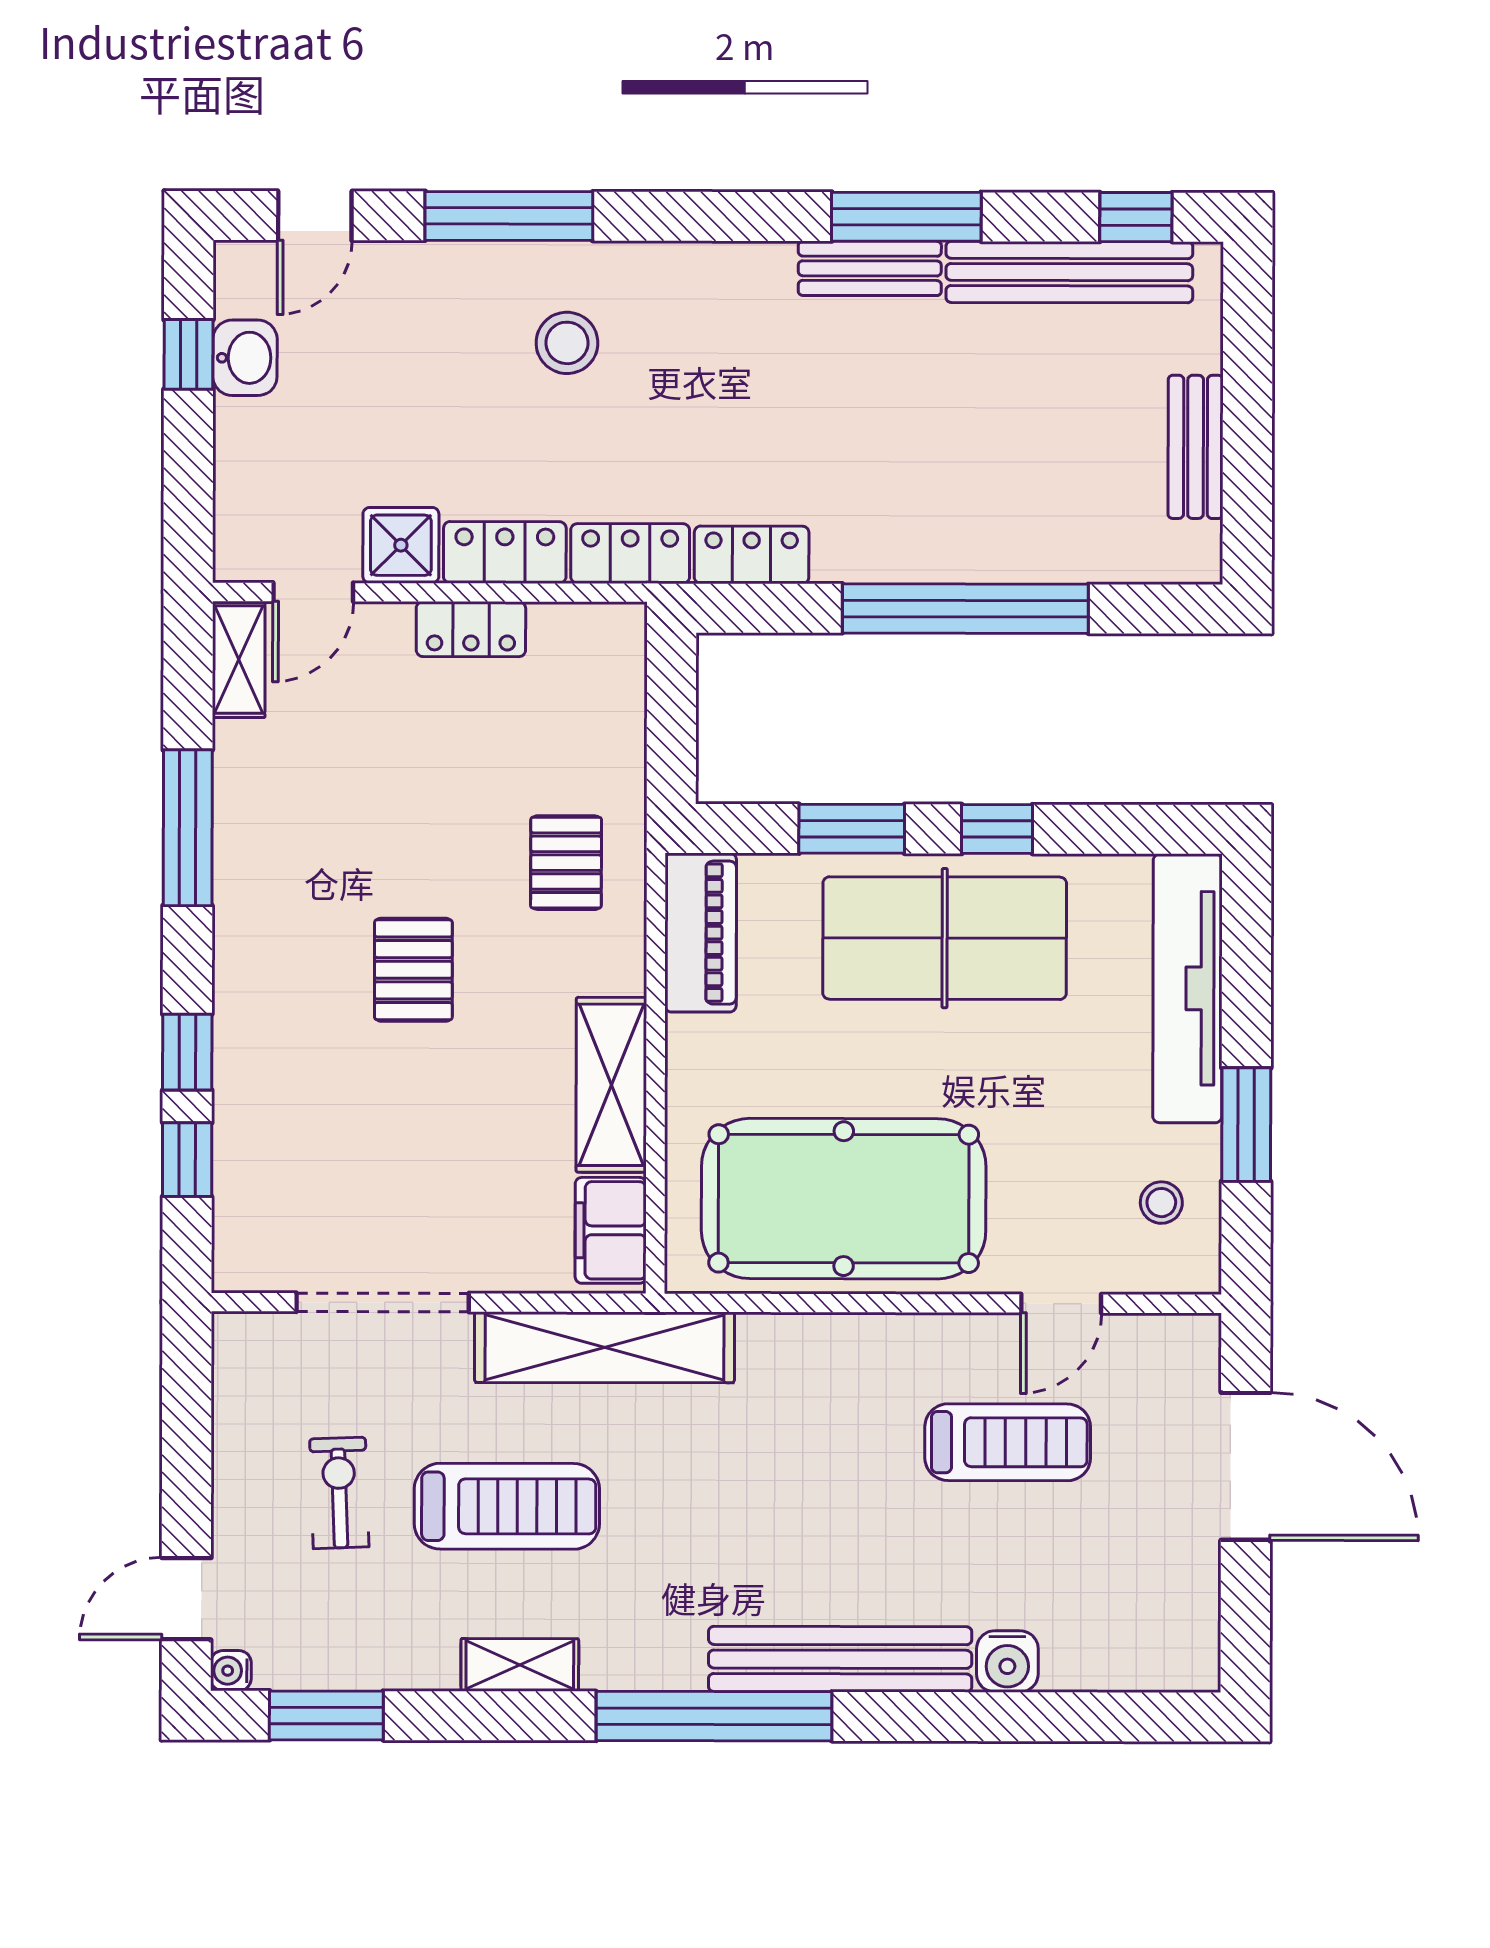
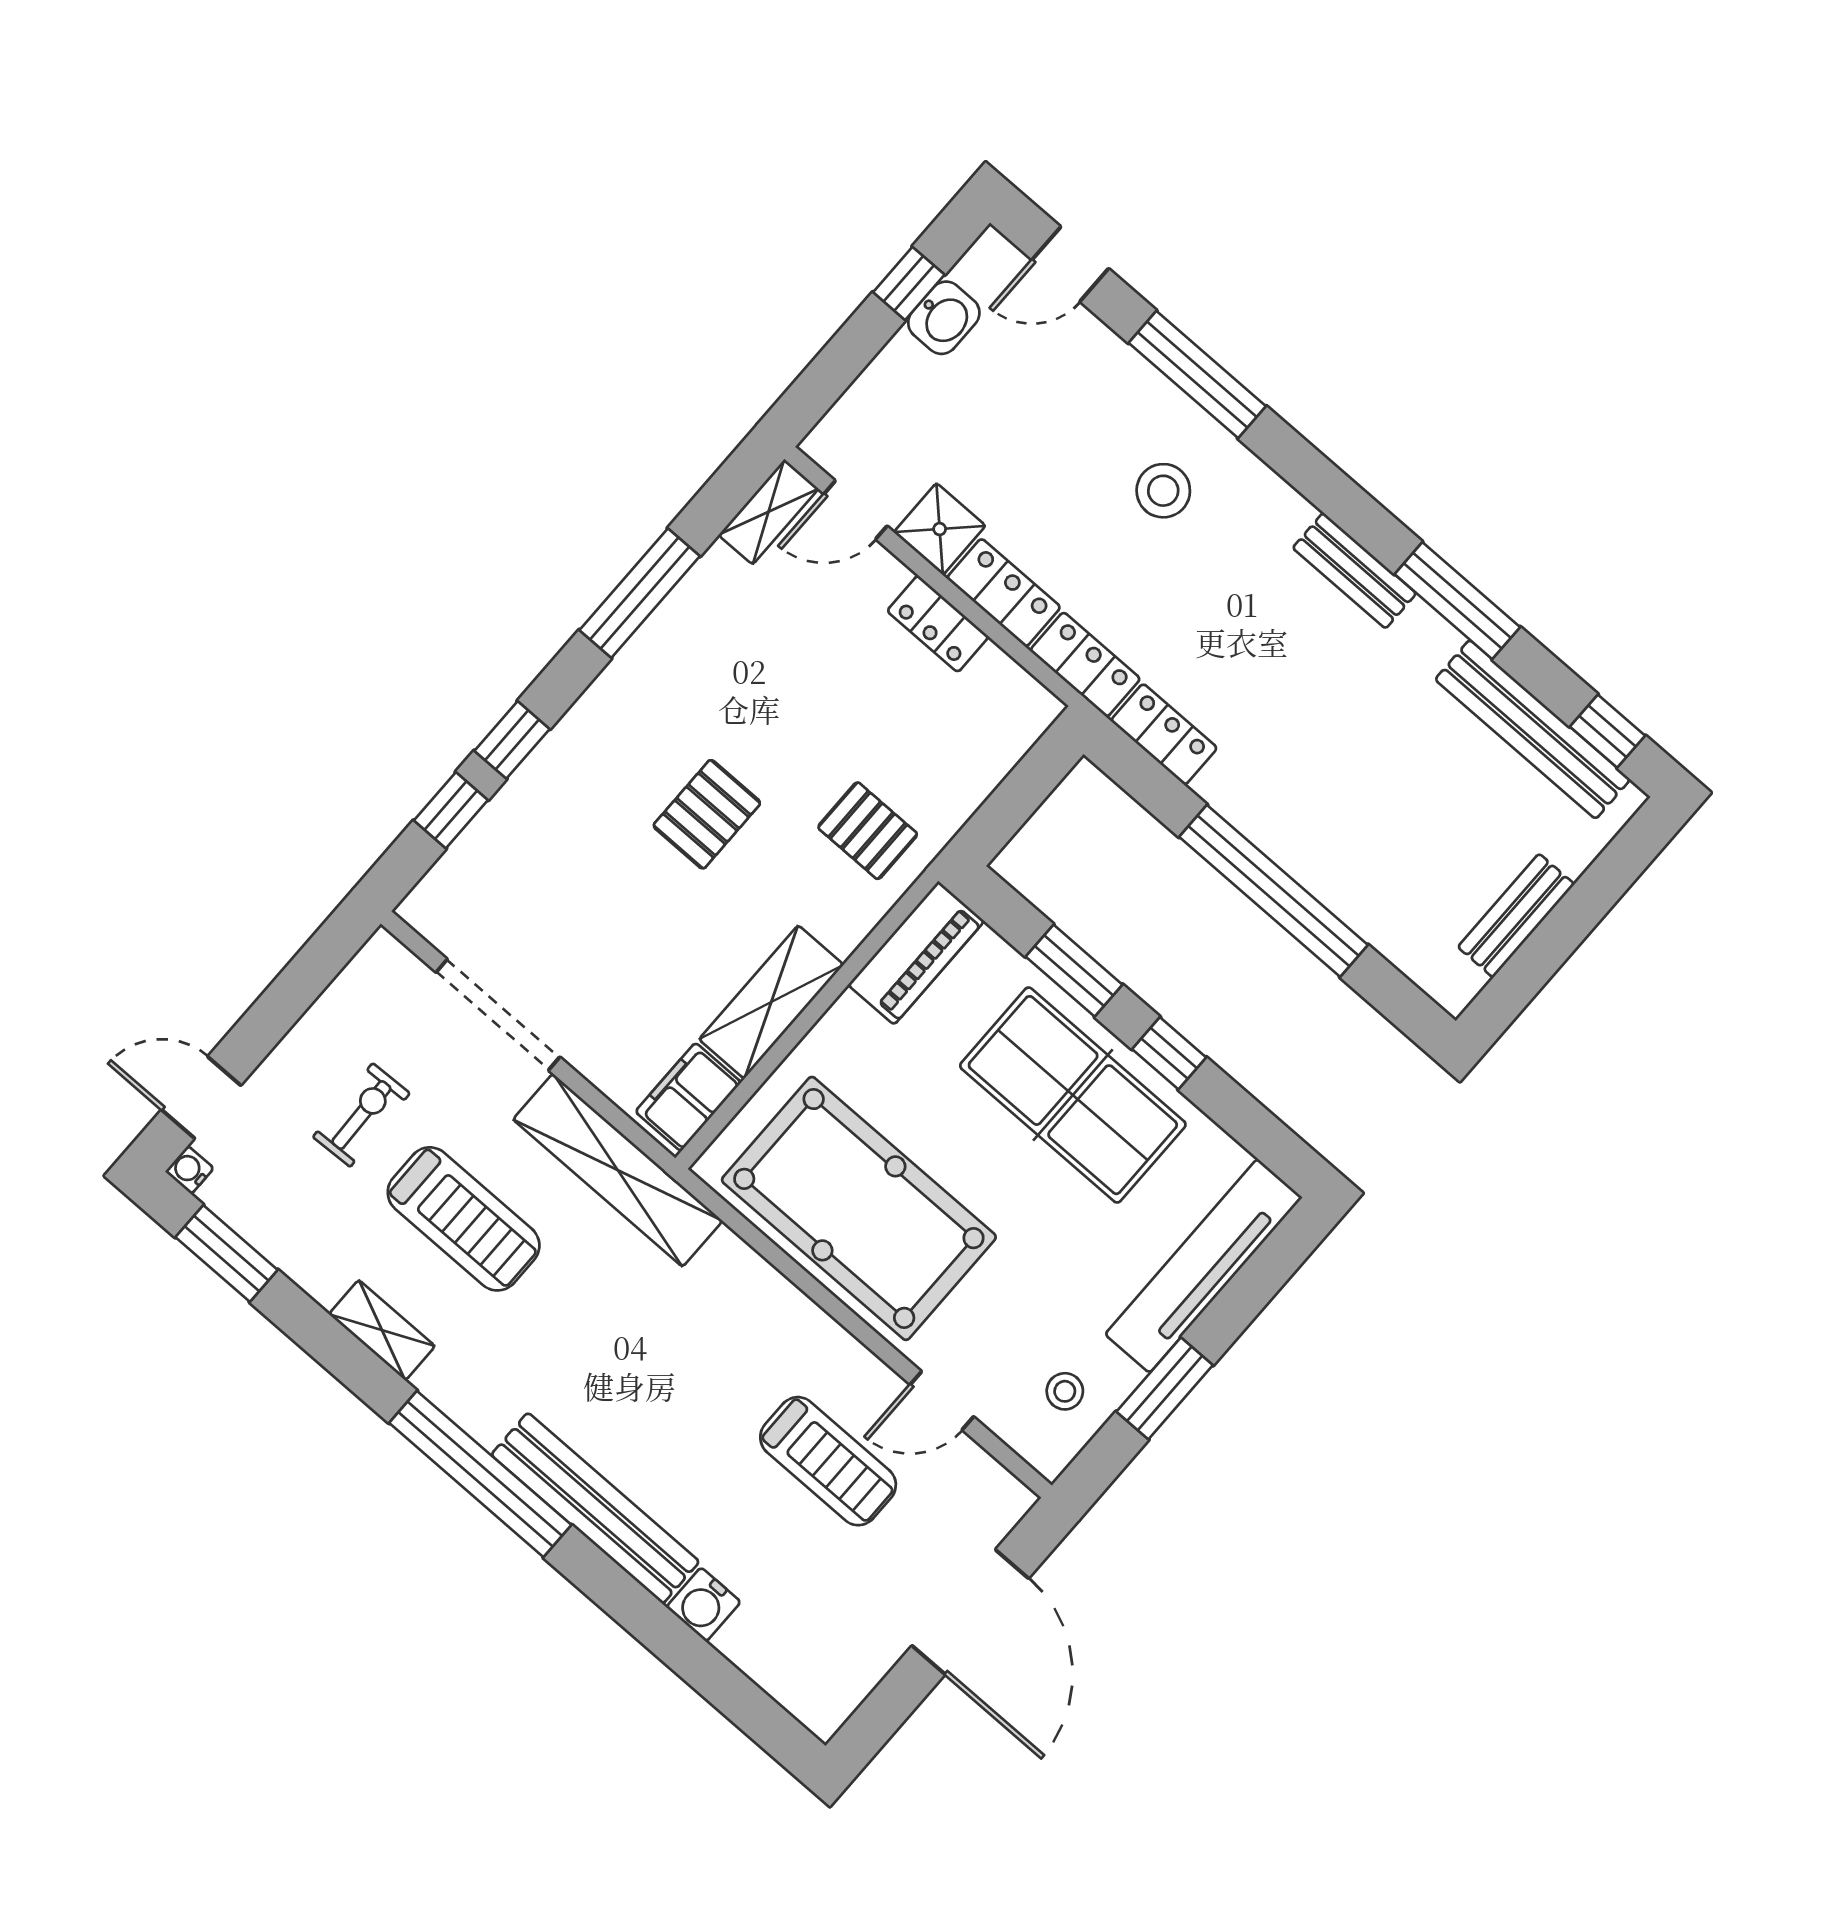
bench: (870, 268) -> (1354, 571), moved
pallet: (566, 863) -> (868, 831), turned 90

